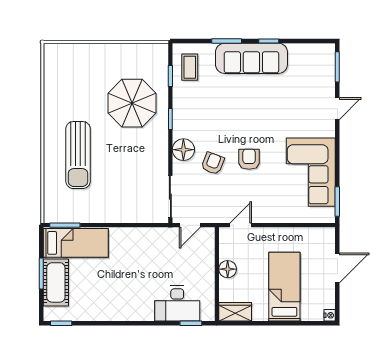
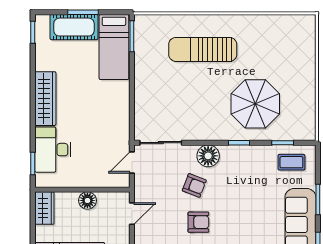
door: (190, 225) -> (132, 162), hinge flipped
door: (241, 225) -> (132, 214), hinge flipped
wardrobe: (127, 311) -> (45, 99), added

